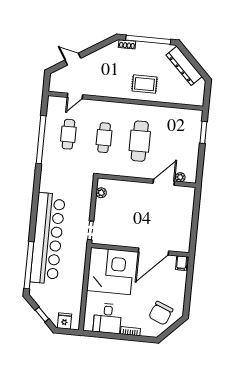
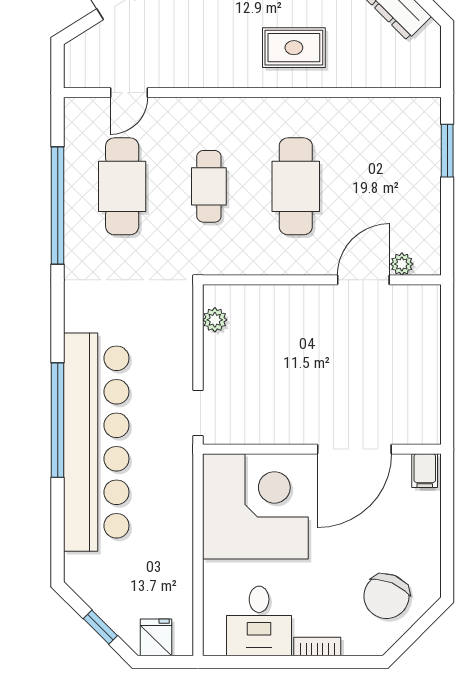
cafe table: (68, 134) -> (122, 186), width x1.37, depth x1.35
window: (29, 265) -> (58, 420), moved

